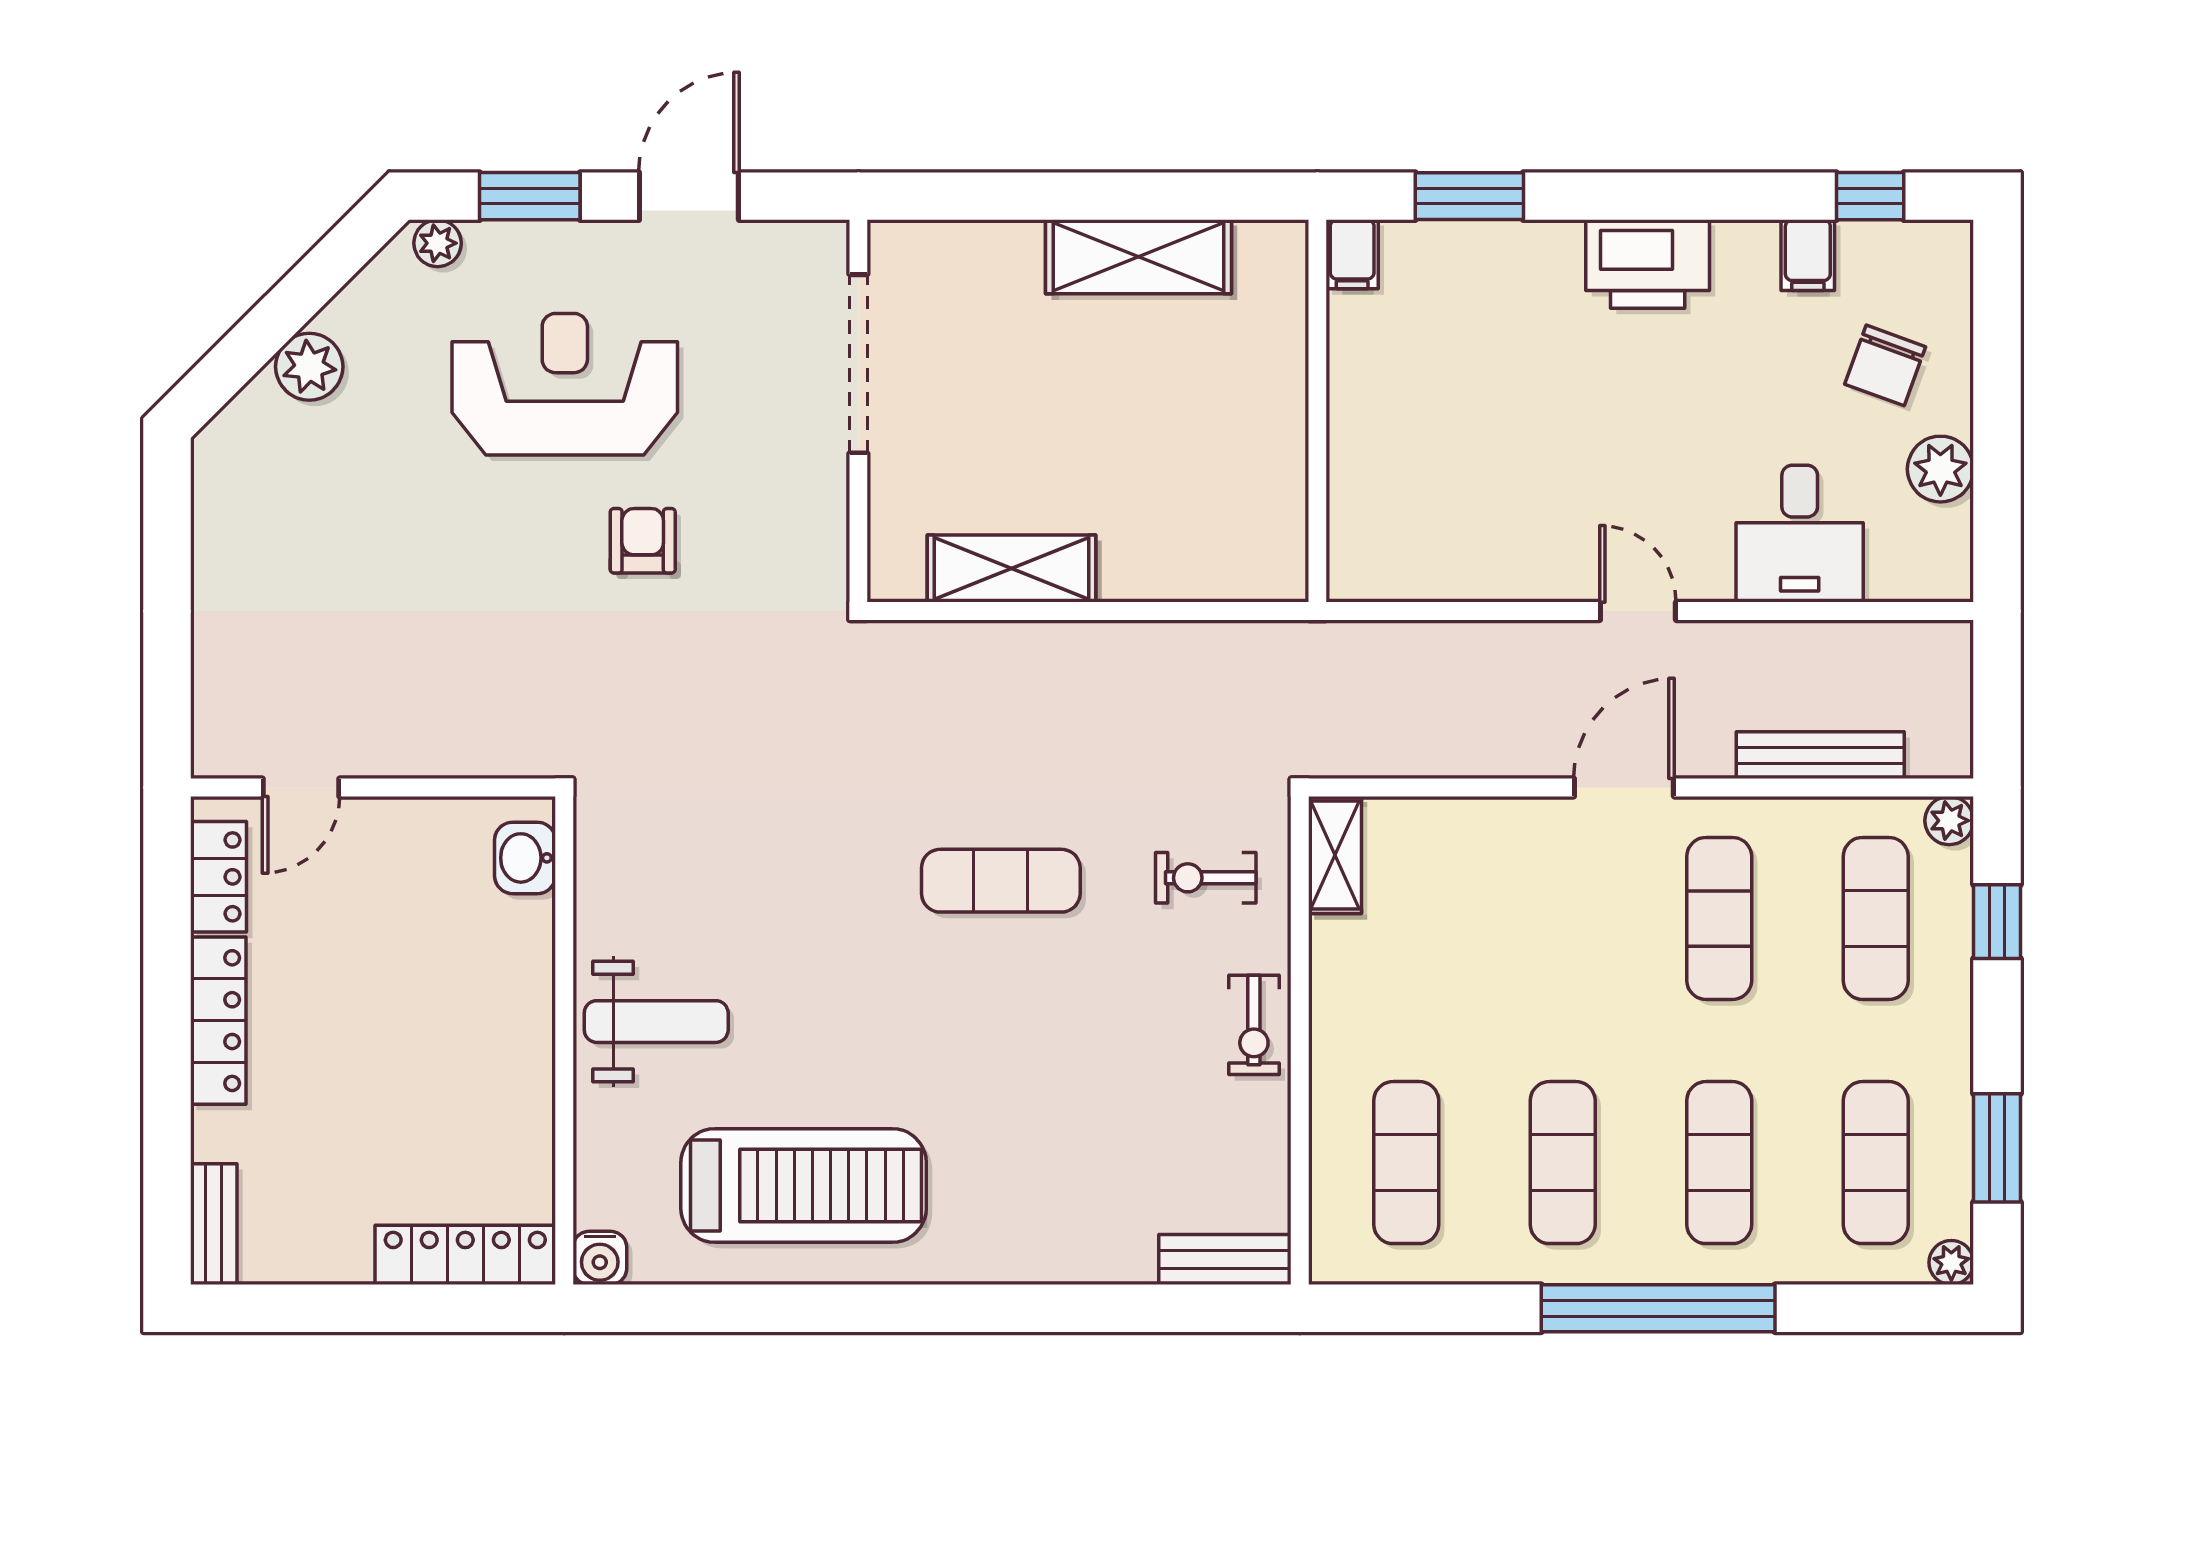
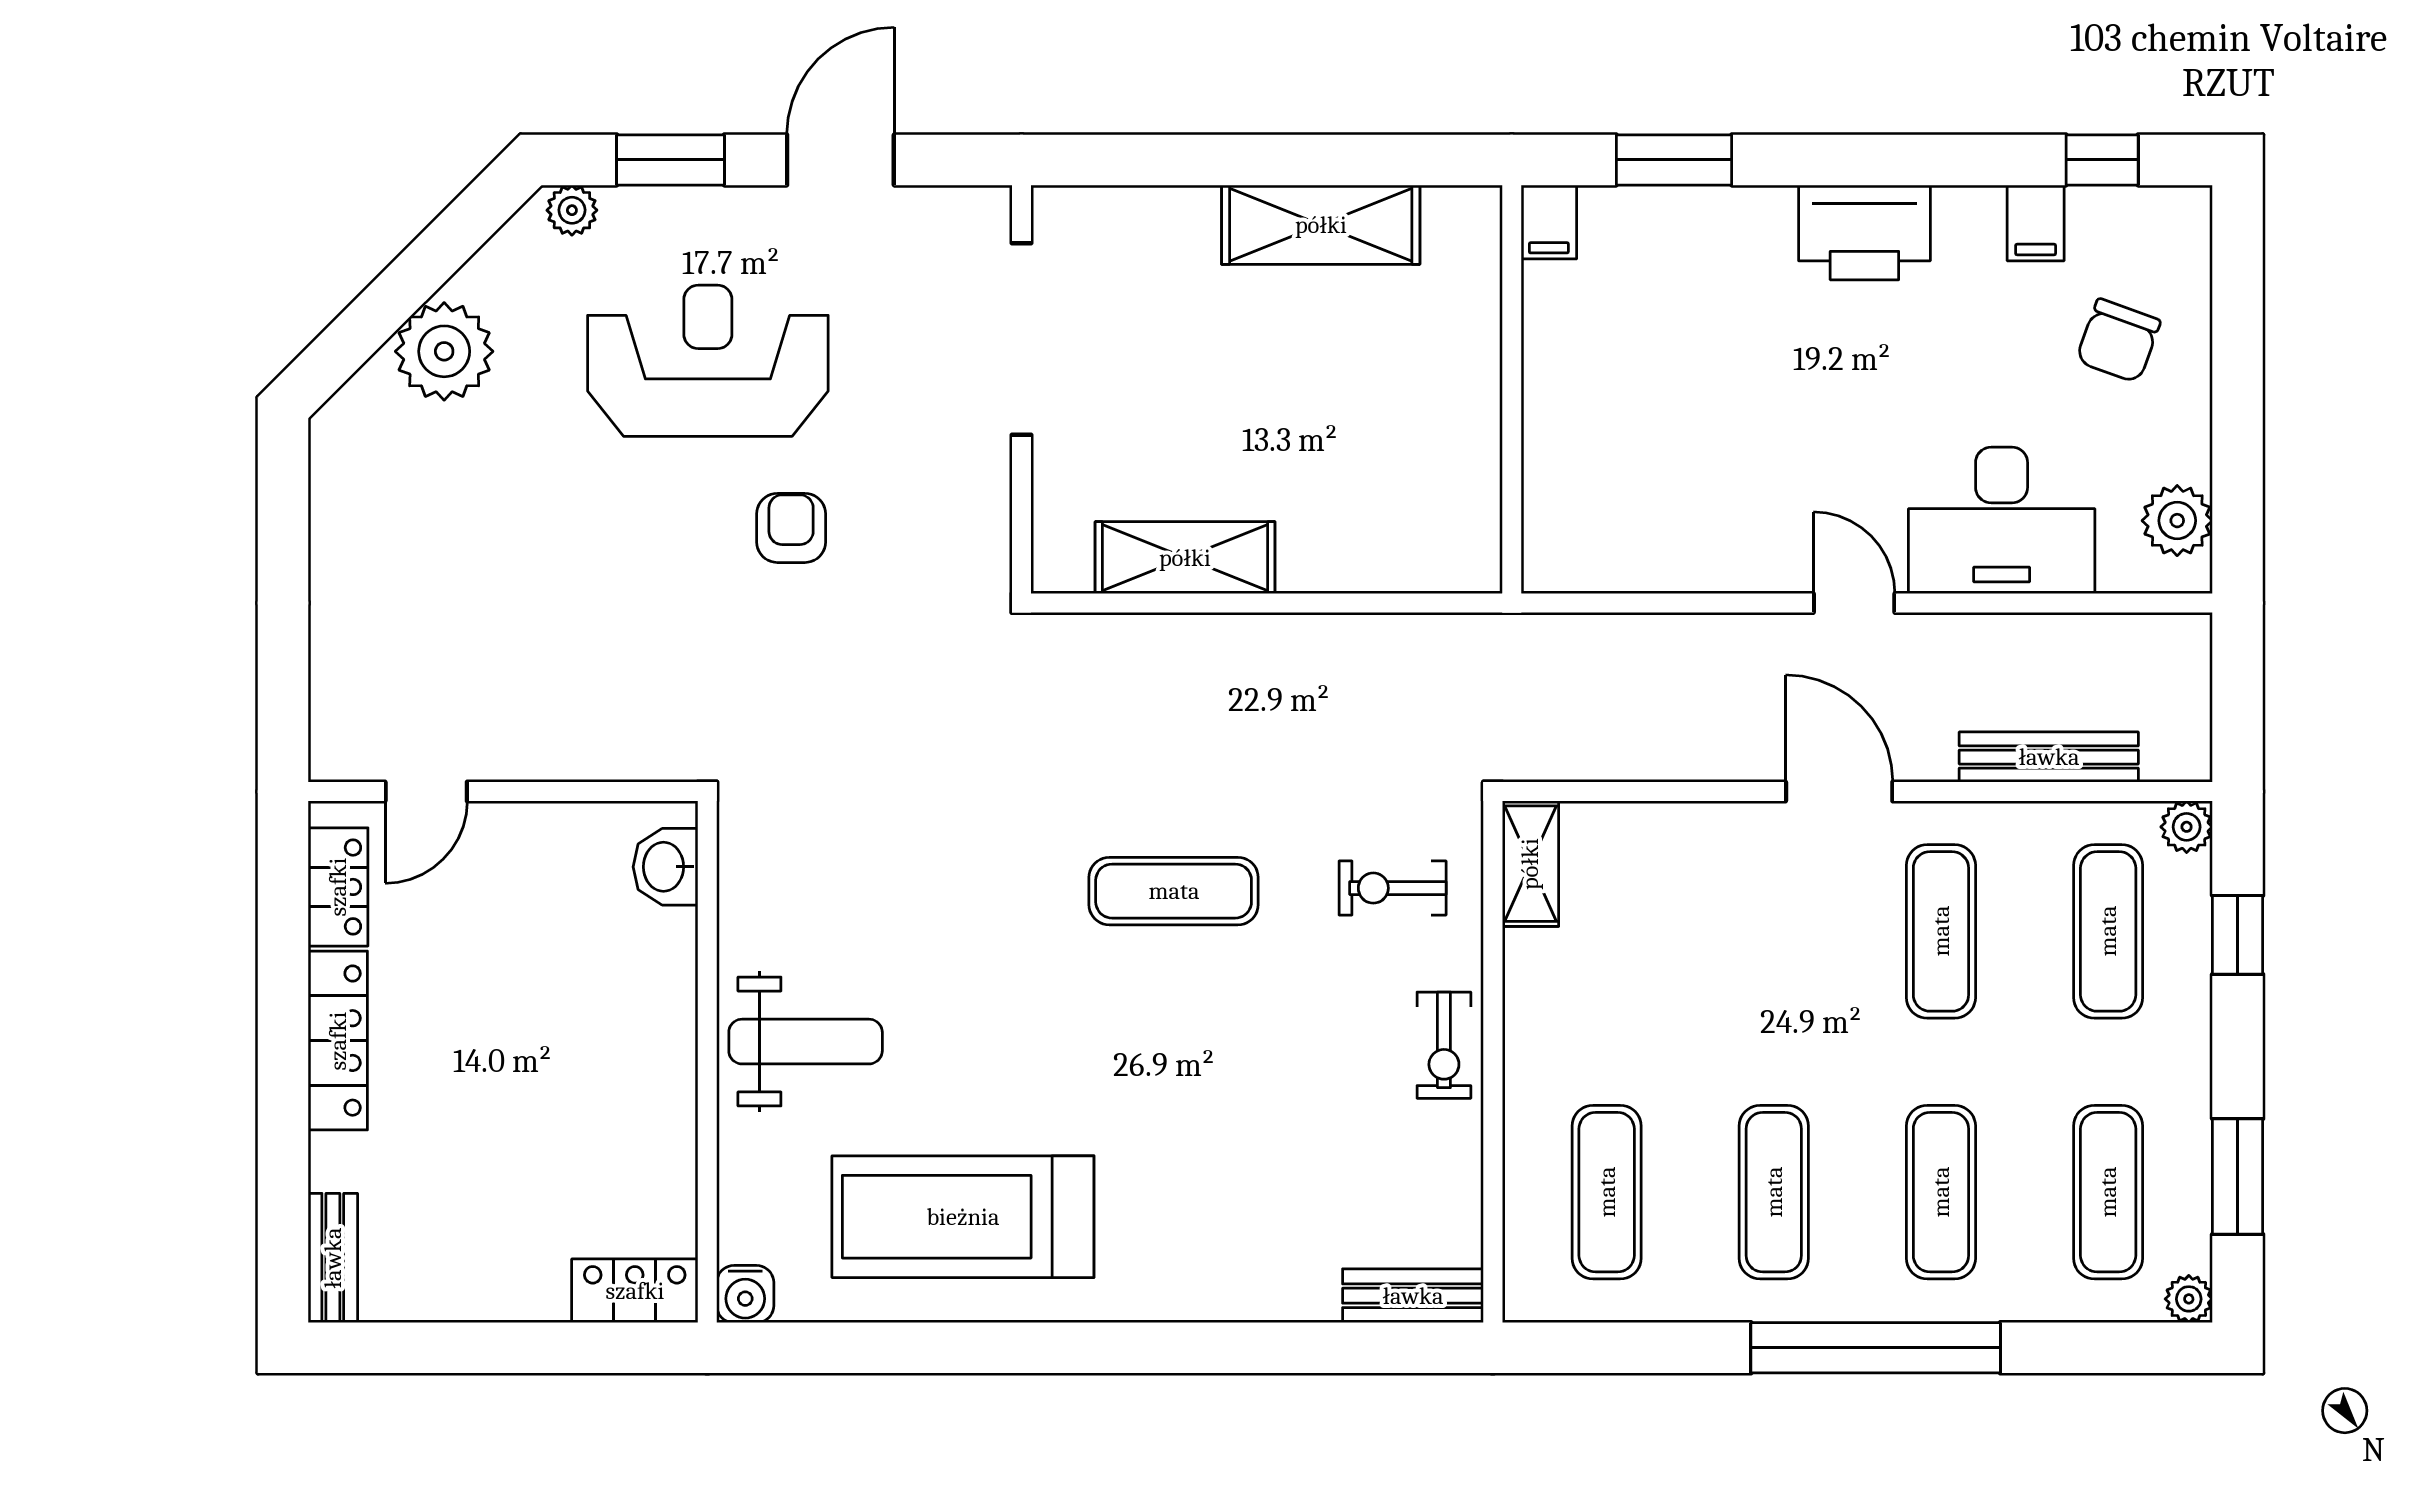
plant: (309, 367) -> (444, 351), width x1.36, depth x1.36
plant: (1940, 469) -> (2177, 521), moved
desk: (1800, 534) -> (2002, 520), width x1.37
door: (1624, 787) -> (1839, 792), hinge flipped
treadmill: (804, 1185) -> (963, 1217), turned 180
locker: (465, 1255) -> (635, 1291), width x0.66

